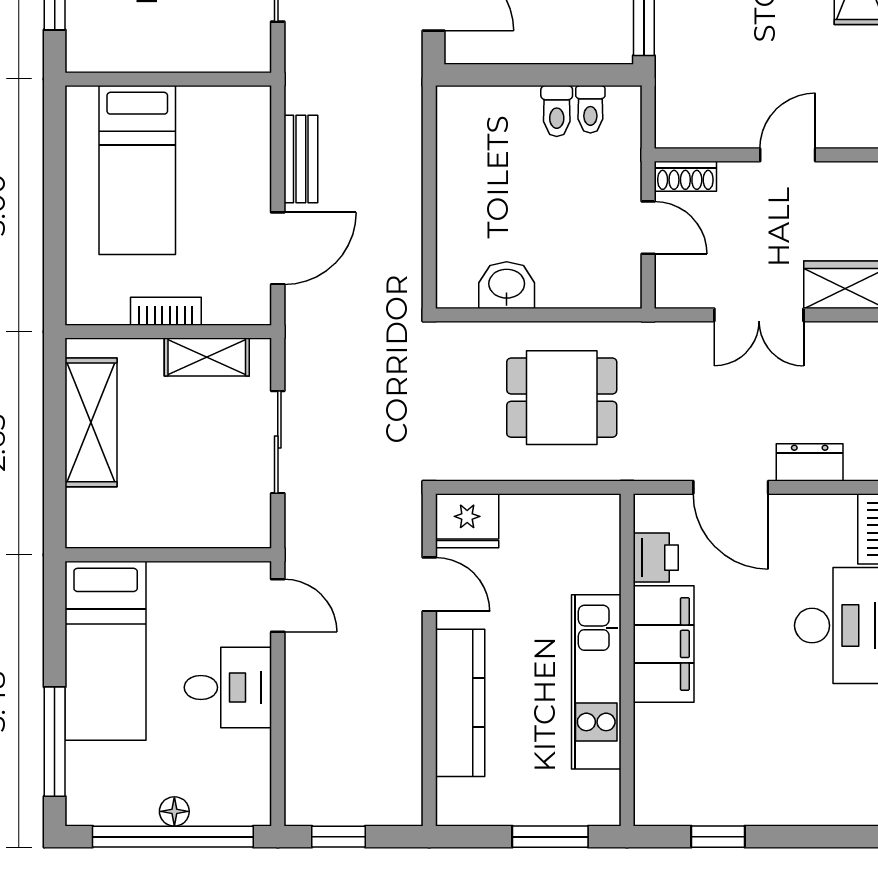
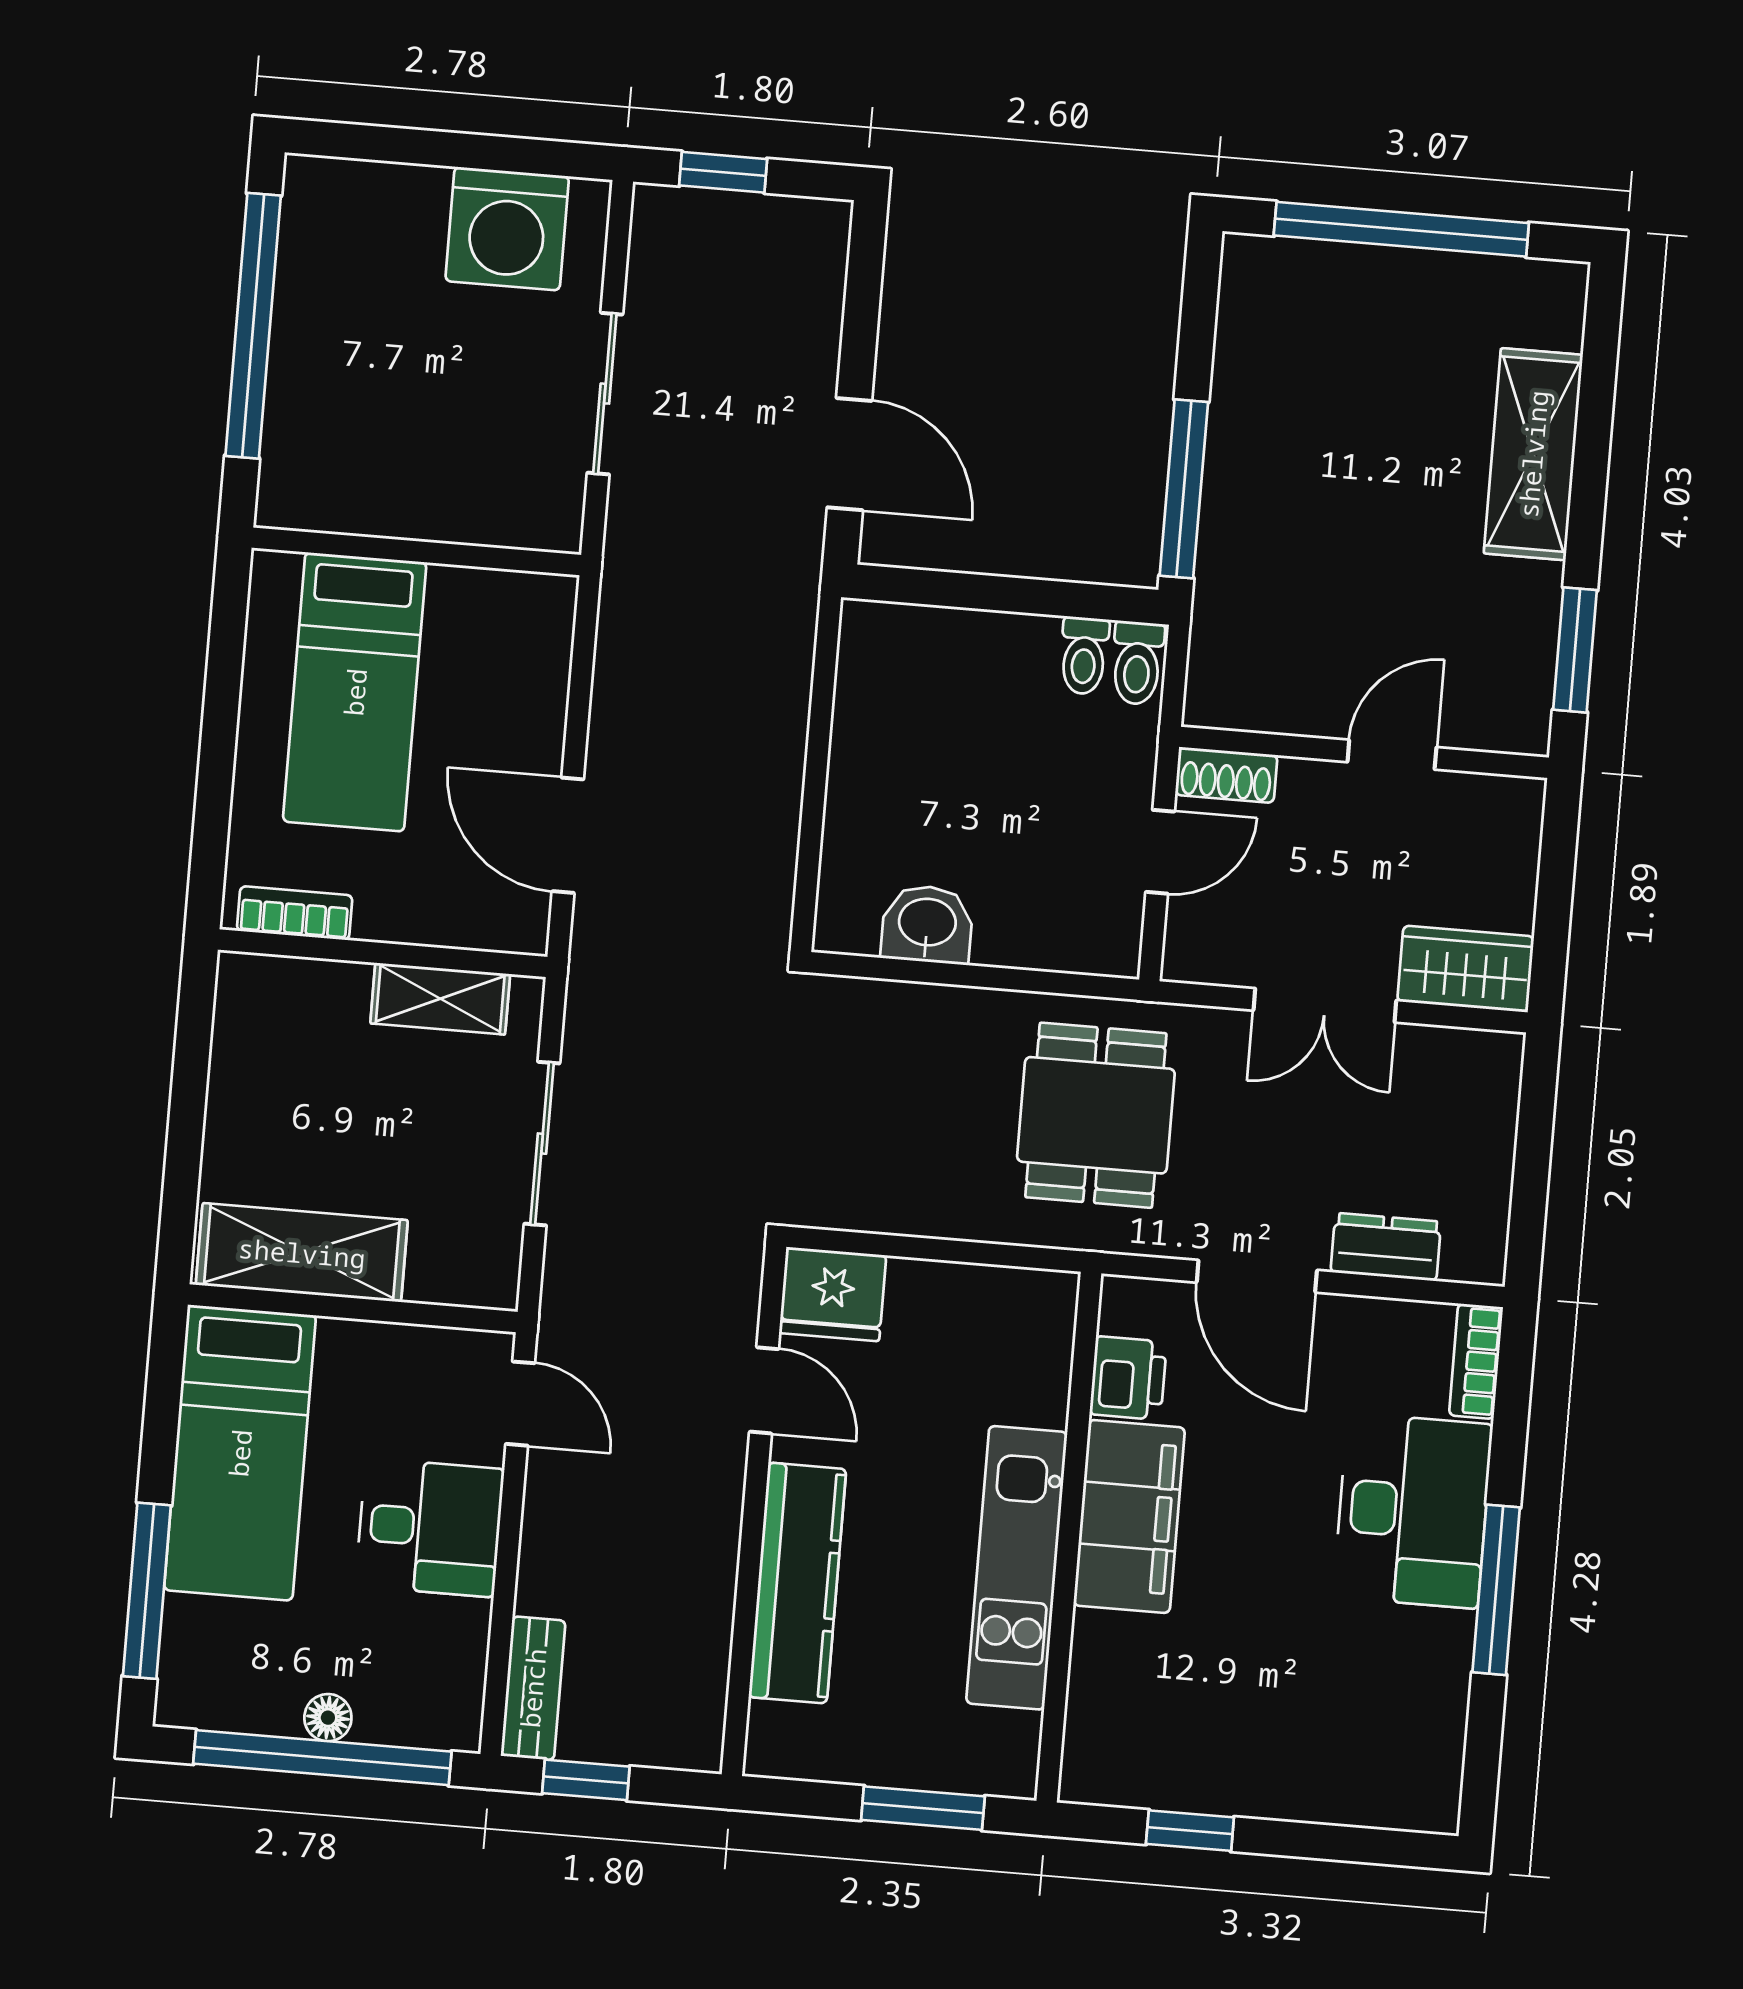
toilet: (557, 111) -> (1137, 663), moved
bench: (301, 159) -> (533, 1688), moved
door: (648, 228) -> (1160, 852), hinge flipped
door: (278, 248) -> (568, 835), swing flipped
bookcase: (166, 311) -> (295, 913), moved
dining table: (562, 398) -> (1096, 1115), moved, turned 90
shelving: (91, 422) -> (302, 1253), moved, turned 90

